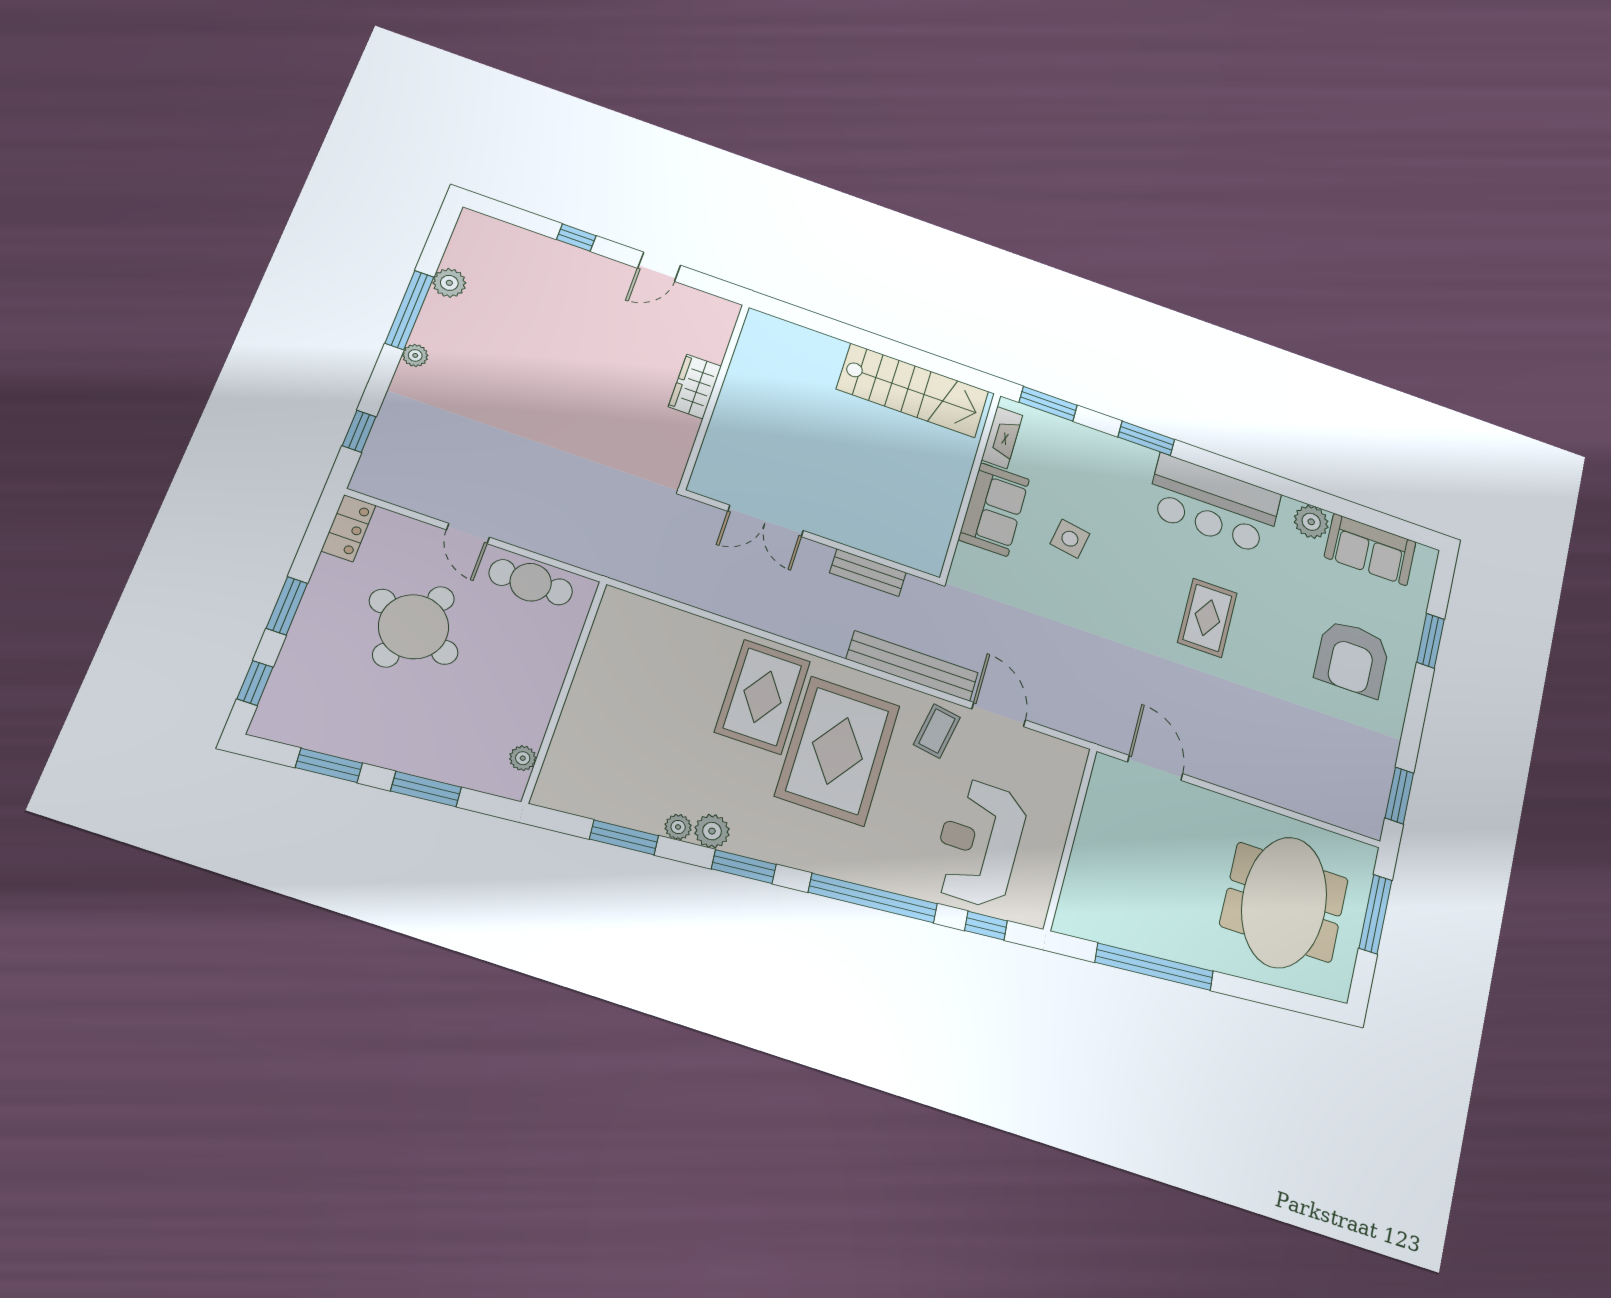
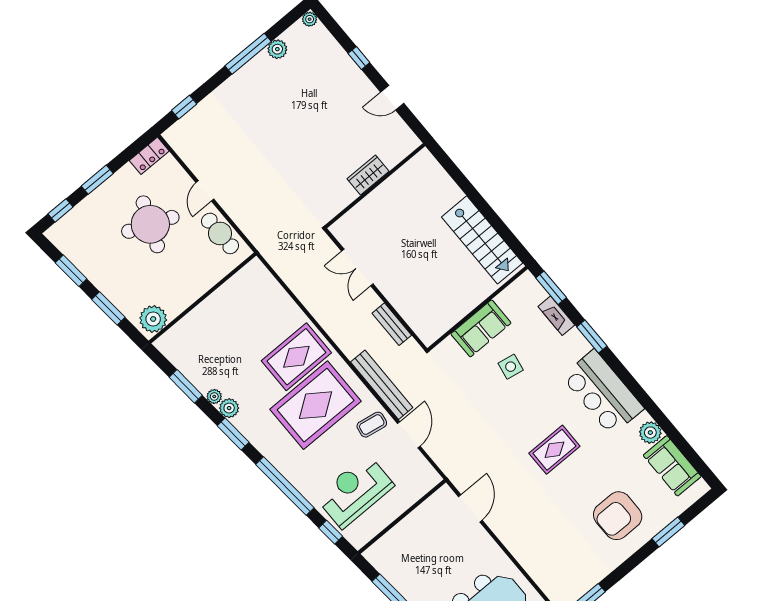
plant: (415, 355) -> (310, 19), moved
fireplace: (1002, 438) -> (556, 316), moved, turned 90
plant: (523, 758) -> (153, 319), width x1.88, depth x1.88

